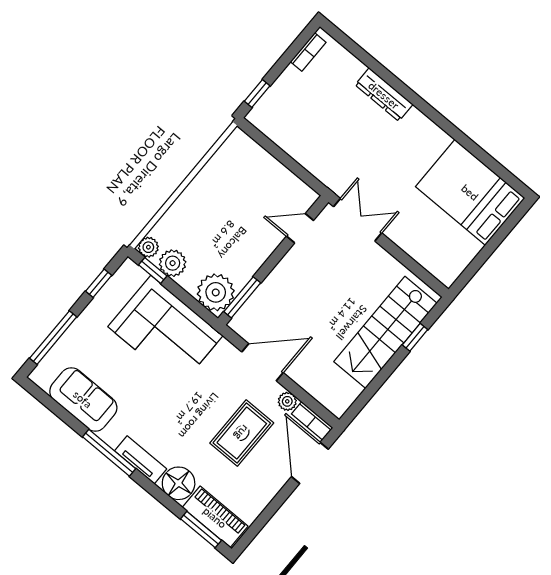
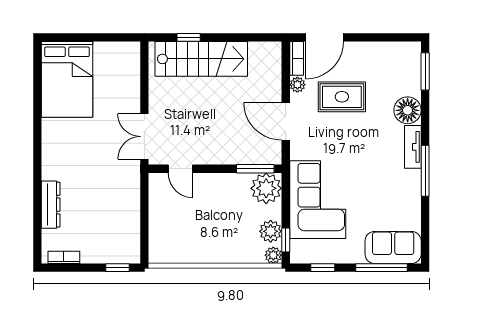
dresser: (384, 95) -> (51, 205), moved
sofa: (83, 399) -> (393, 247), moved, turned 90
piano: (215, 517) -> (409, 69), removed

